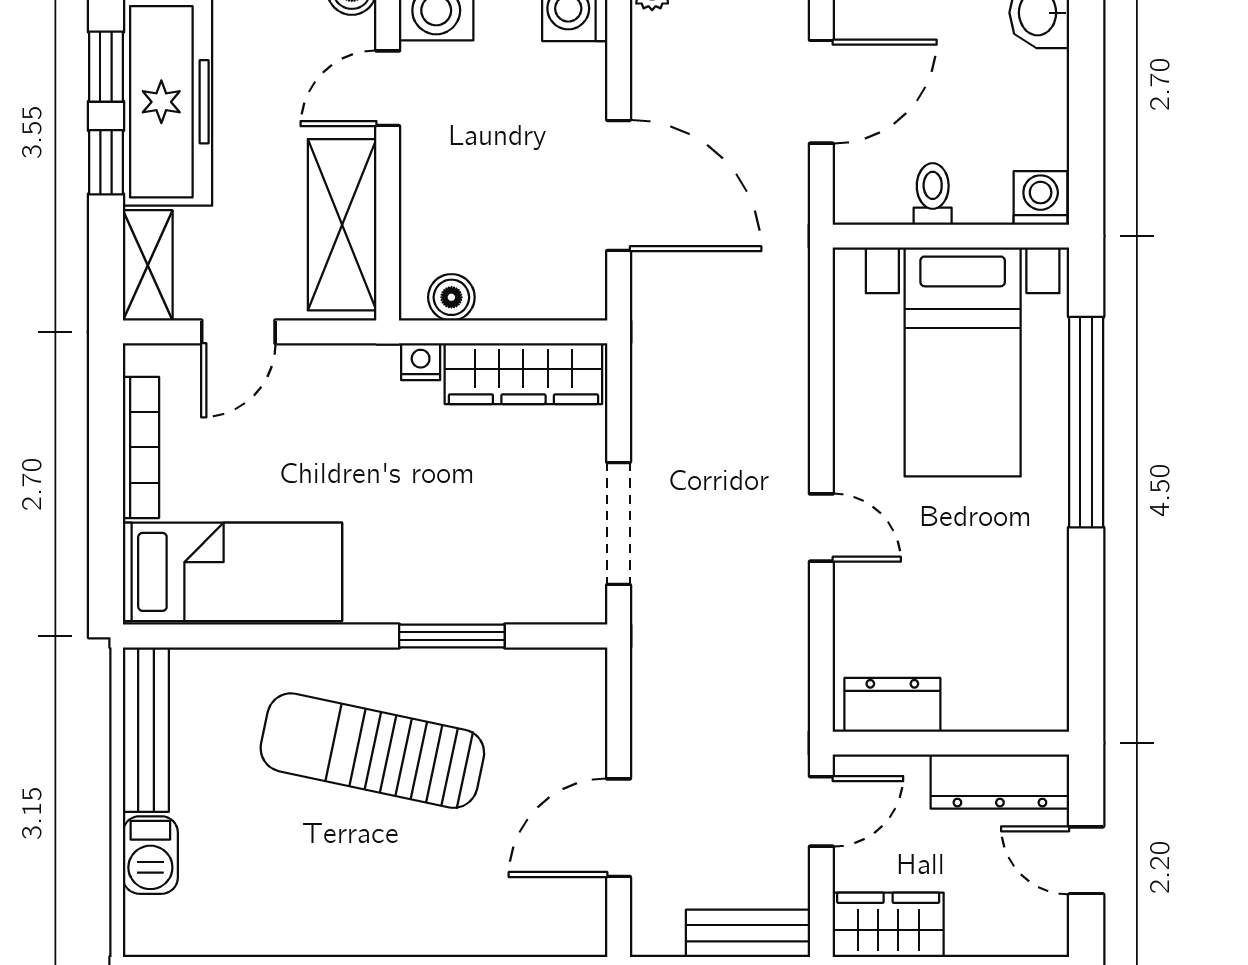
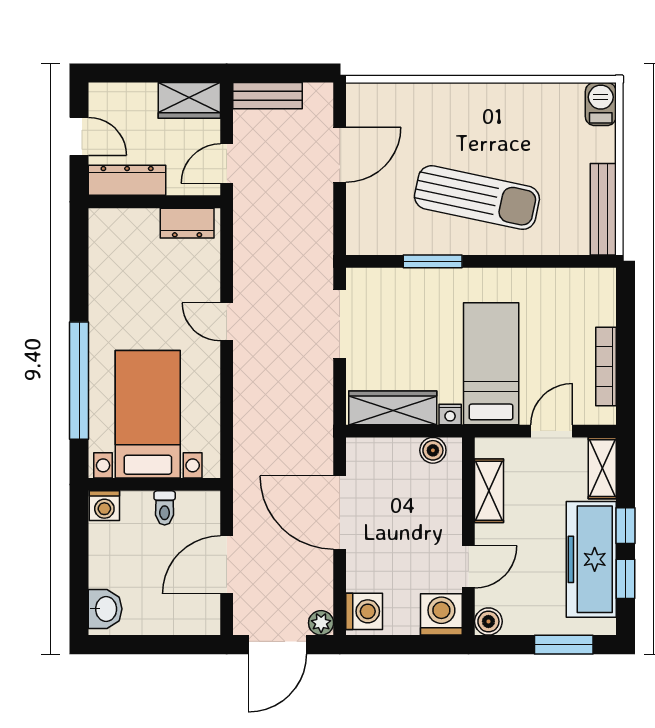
shelving: (342, 225) -> (489, 491), width x0.67, depth x0.75
bed: (233, 572) -> (491, 364), moved, turned 90
barbecue: (150, 855) -> (601, 104), moved

